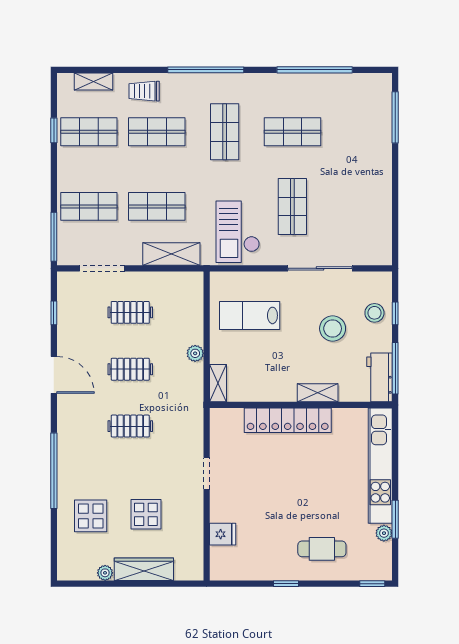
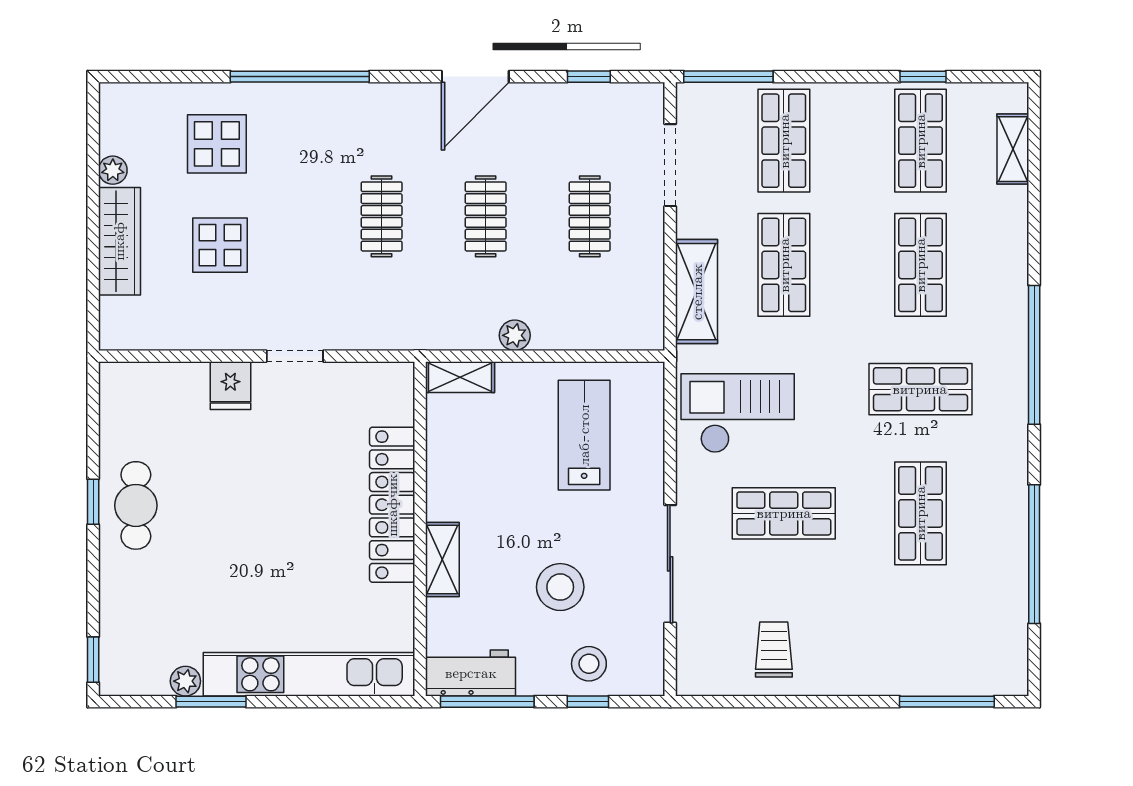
trolley: (144, 91) -> (774, 650), moved
fridge: (223, 534) -> (230, 386), moved
cafe table: (322, 549) -> (136, 505), moved

